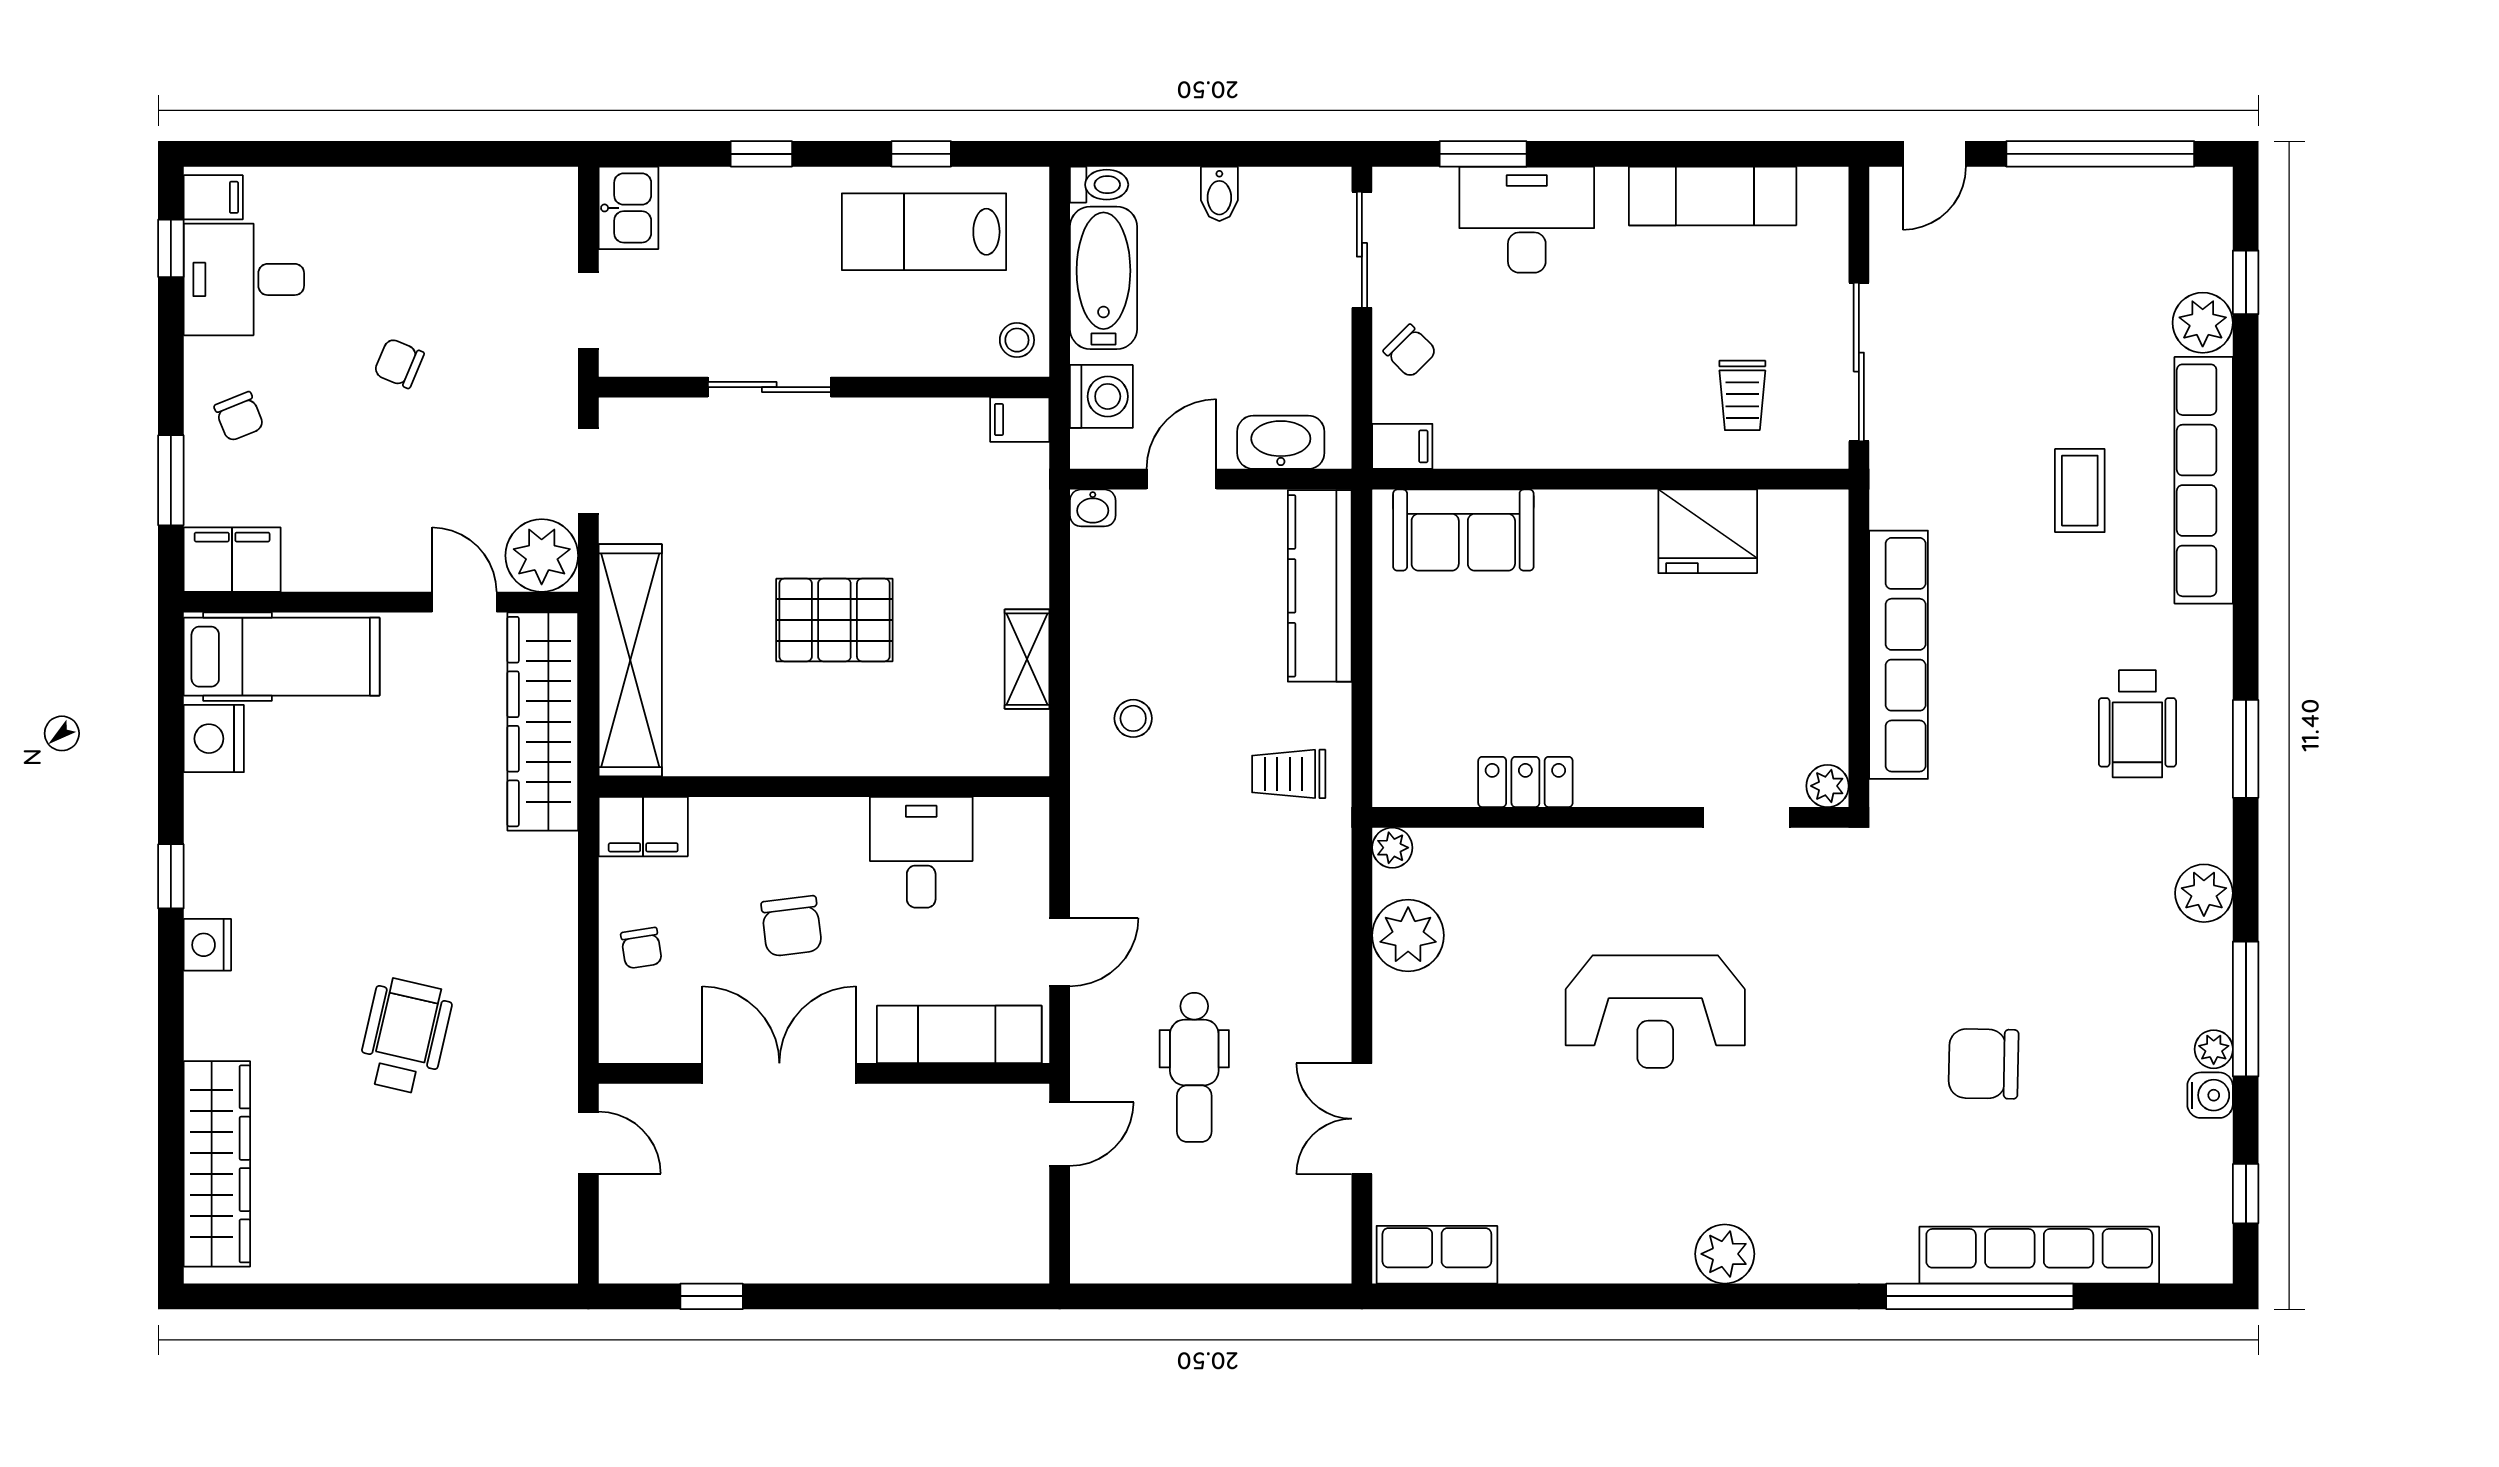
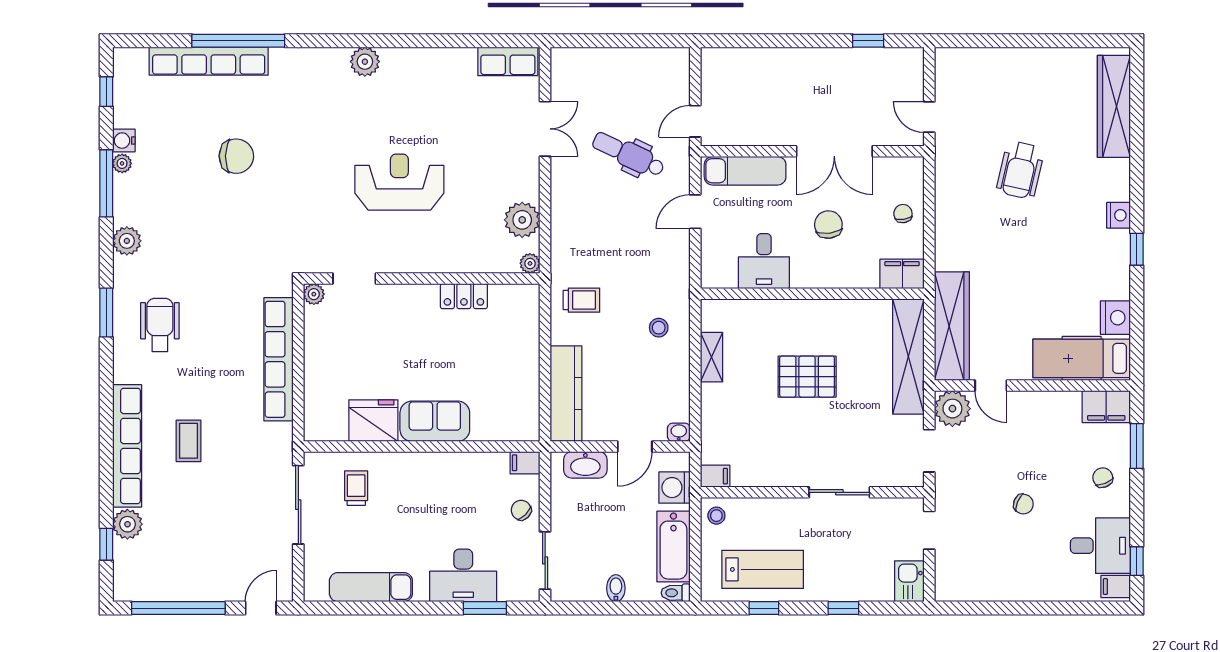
sofa: (1463, 530) -> (435, 421), moved
dental chair: (1194, 1067) -> (628, 154), turned -65

